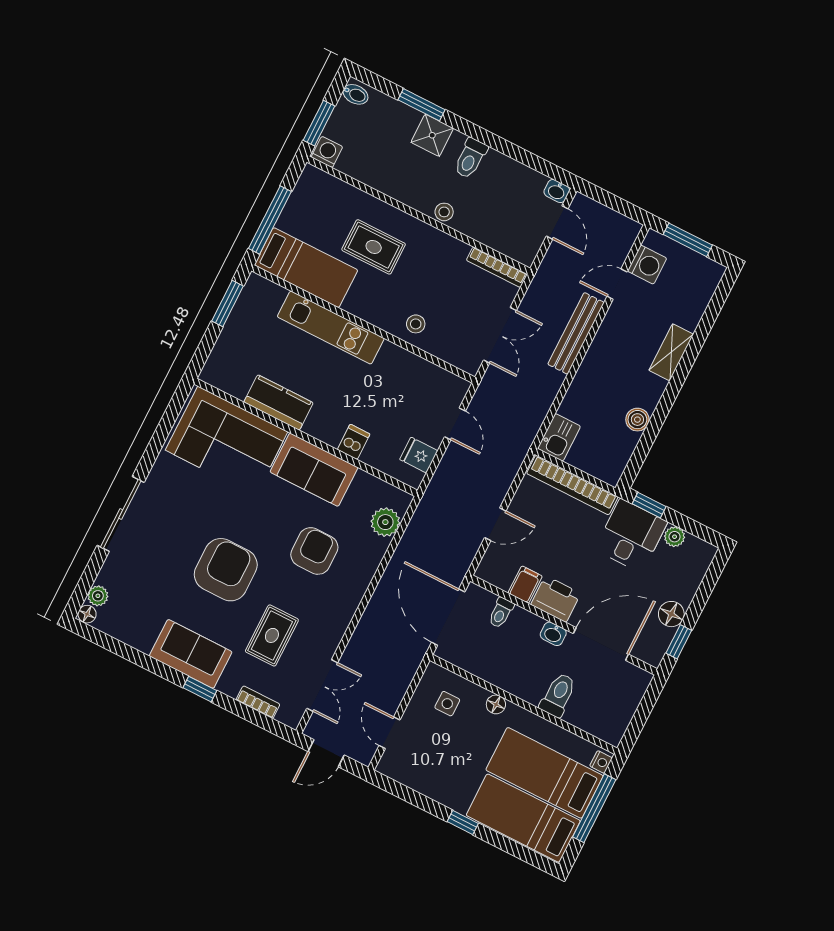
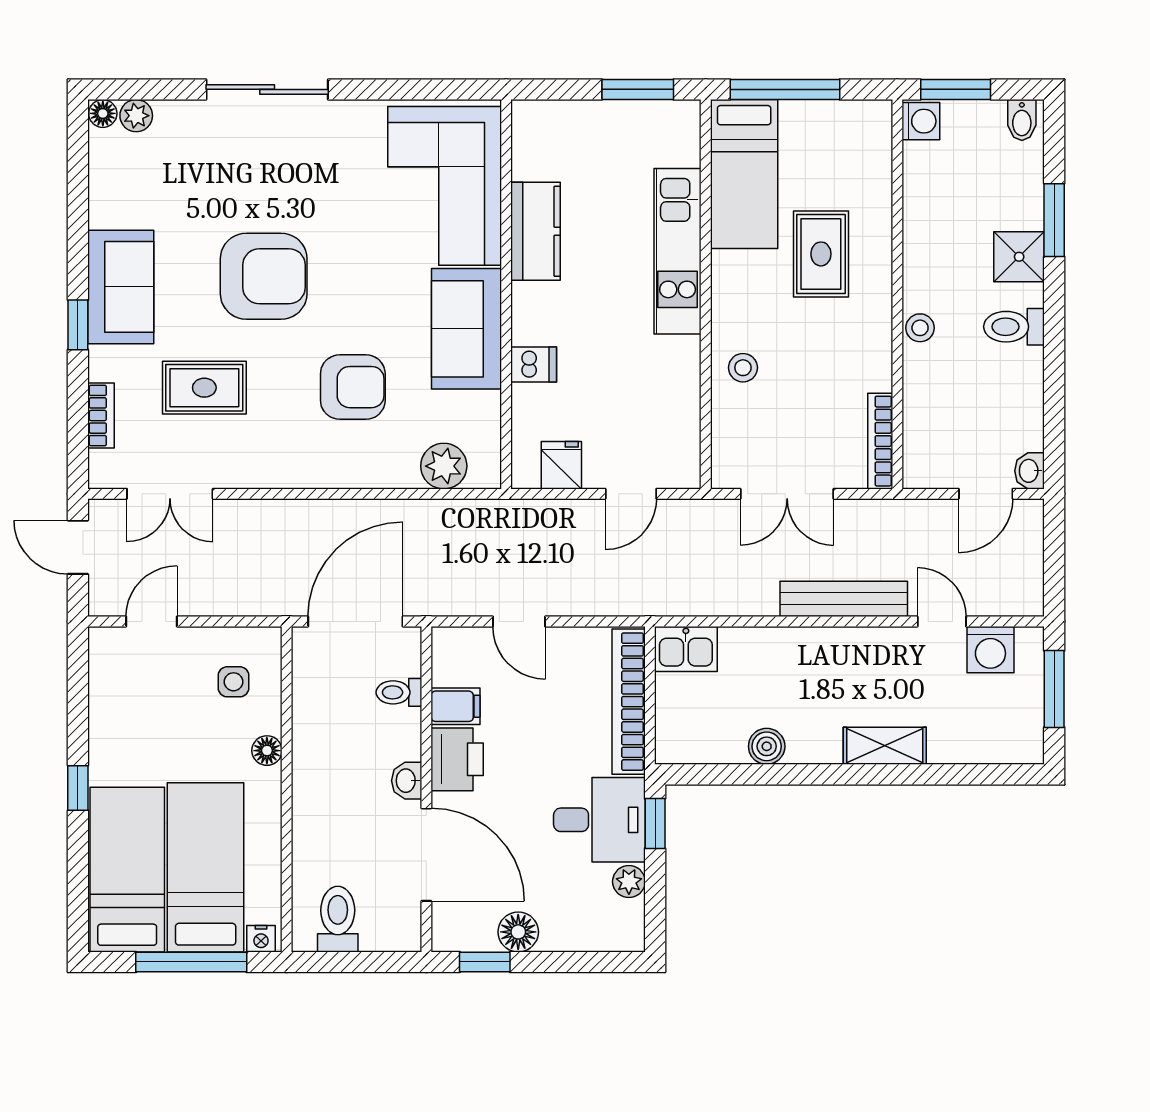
toilet: (558, 695) -> (338, 919), moved, turned -90

